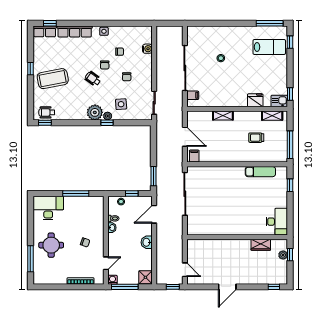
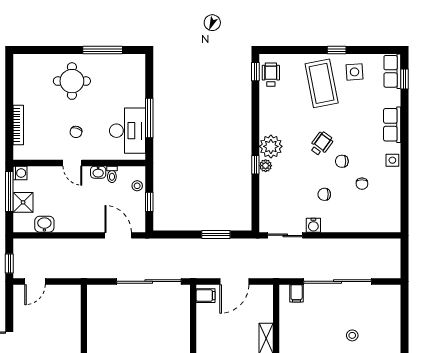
row of seats: (75, 31) -> (392, 125), width x0.68
water cooler: (147, 49) -> (313, 225), moved
side table: (121, 104) -> (355, 72), moved
window: (154, 176) -> (216, 235), moved
desk: (48, 208) -> (128, 131), moved
washbasin: (147, 242) -> (44, 224), moved
window: (30, 259) -> (103, 50), moved
door: (106, 263) -> (72, 163), moved
shower: (145, 277) -> (23, 202), moved

